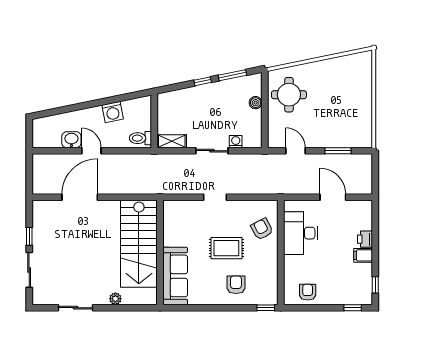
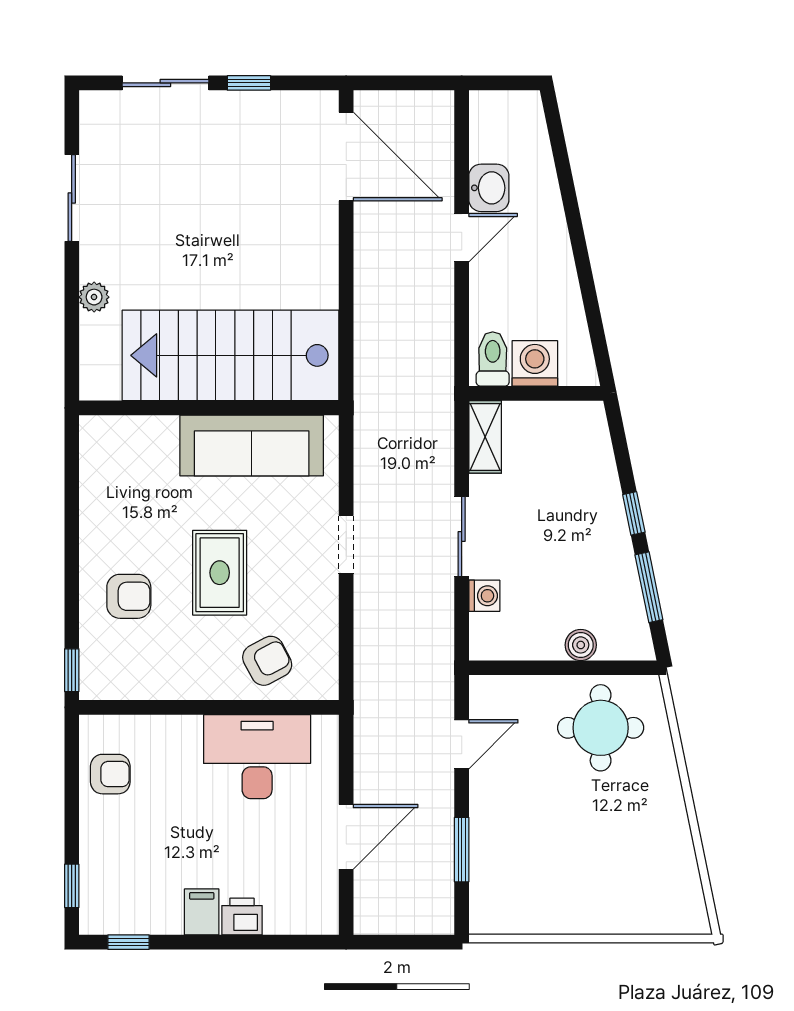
washing machine: (113, 112) -> (535, 363), moved, turned 102
door: (80, 197) -> (346, 157), moved
sofa: (175, 276) -> (252, 446), moved

